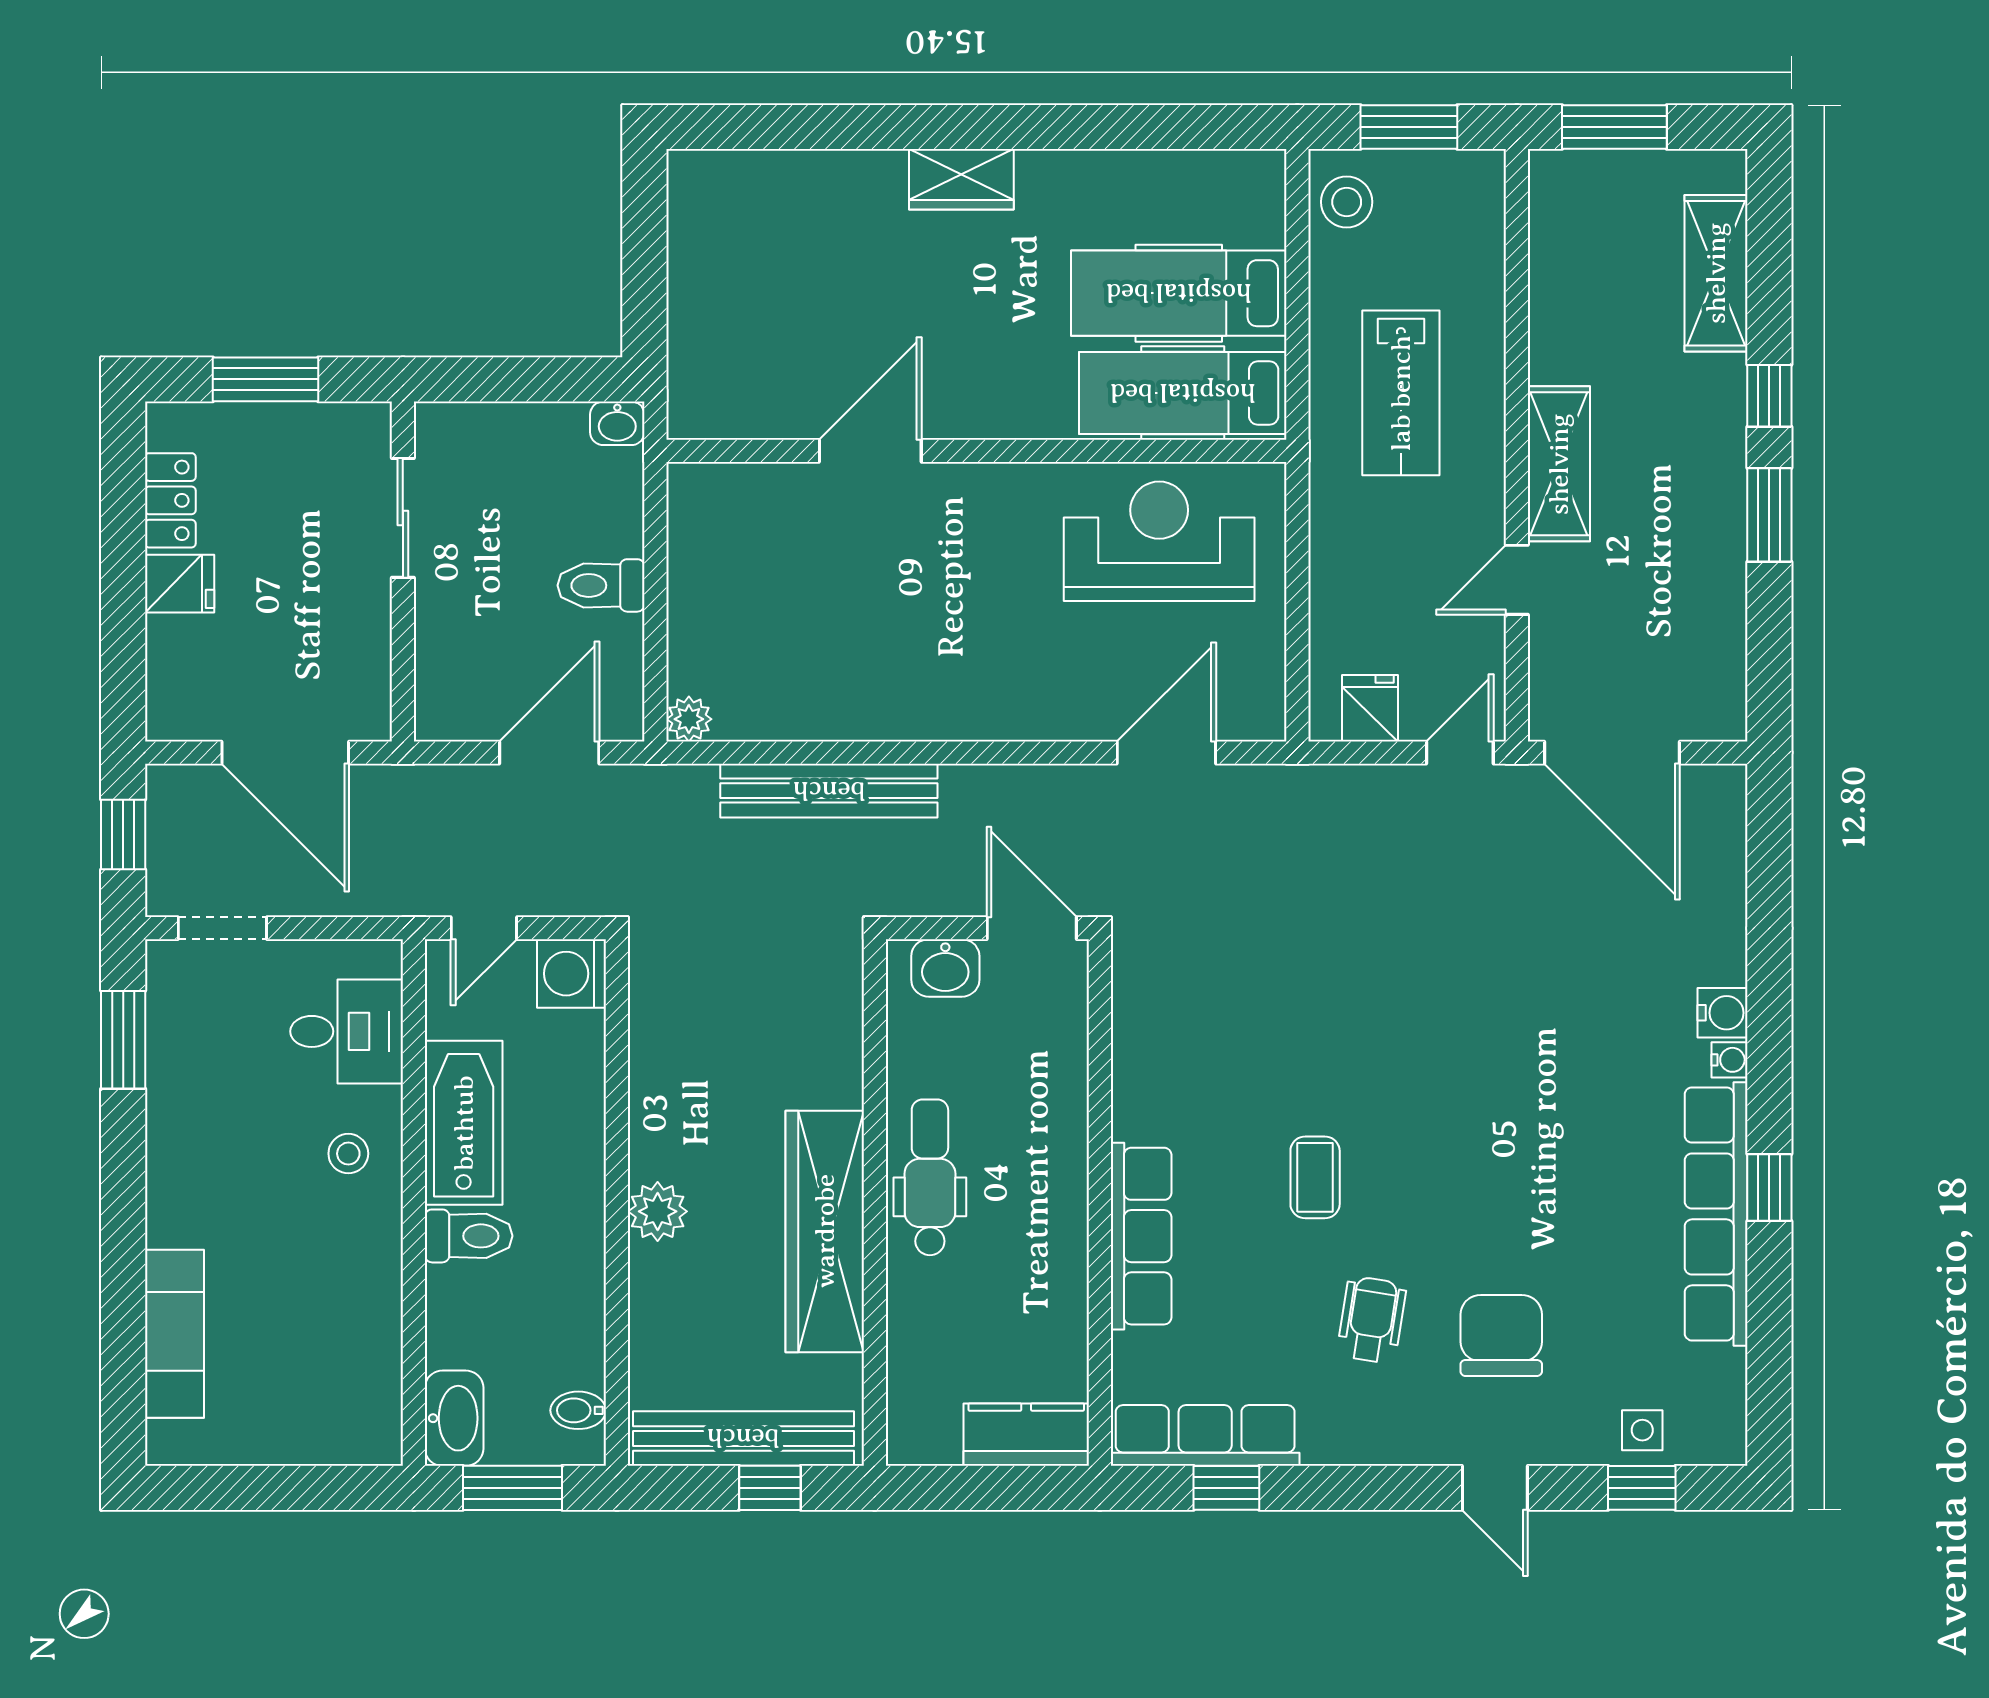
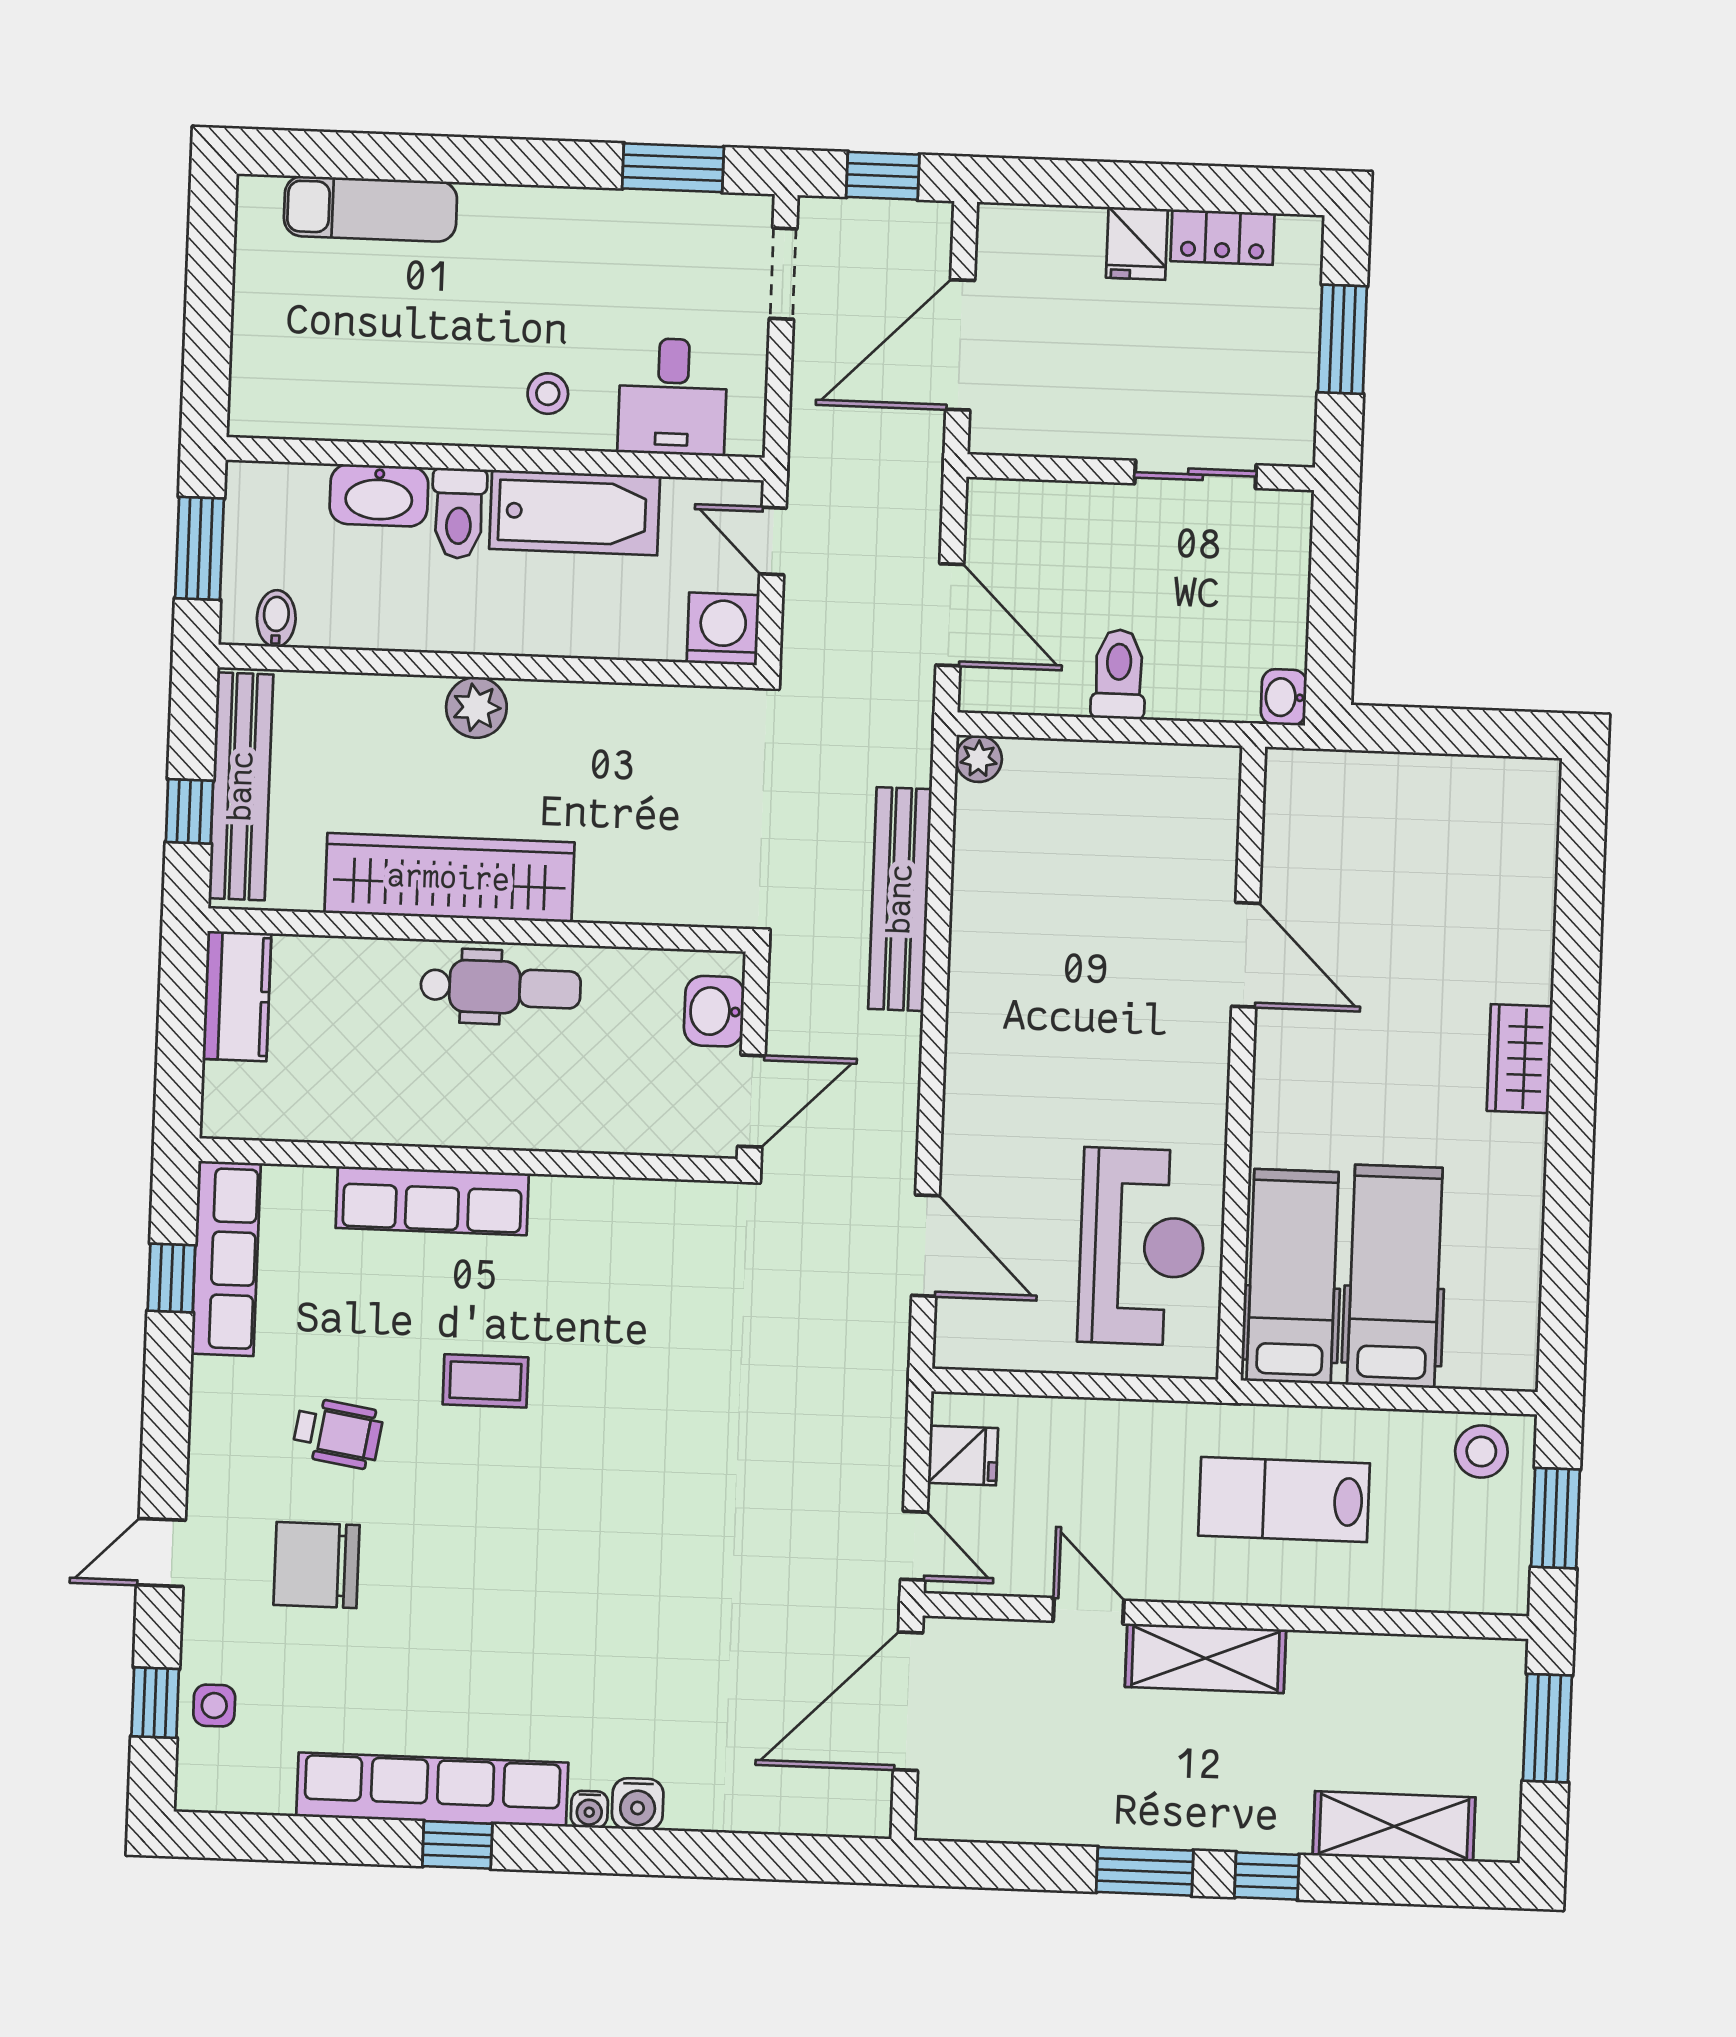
chair: (1501, 1335) -> (317, 1565), turned 180
washbasin: (454, 1418) -> (379, 495), moved
kitchen counter: (1026, 1435) -> (237, 996), moved

